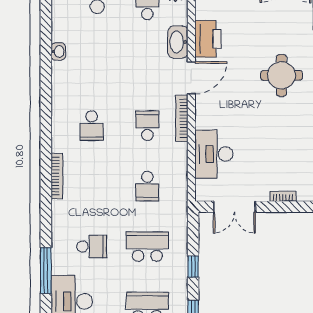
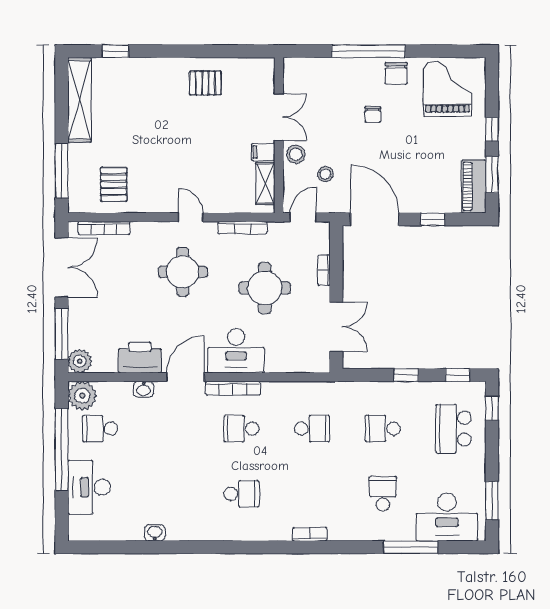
washbasin: (178, 42) -> (144, 389), width x0.52, depth x0.69
door: (191, 78) -> (185, 377), hinge flipped
round table: (268, 146) -> (265, 288), added
desk: (214, 154) -> (236, 351), moved
bookcase: (57, 176) -> (310, 534), width x0.64
school desk: (147, 247) -> (383, 429), width x0.54

